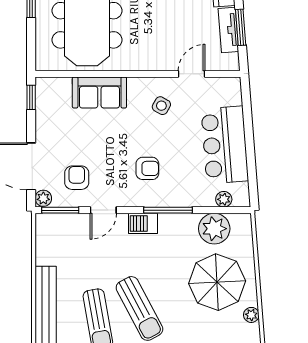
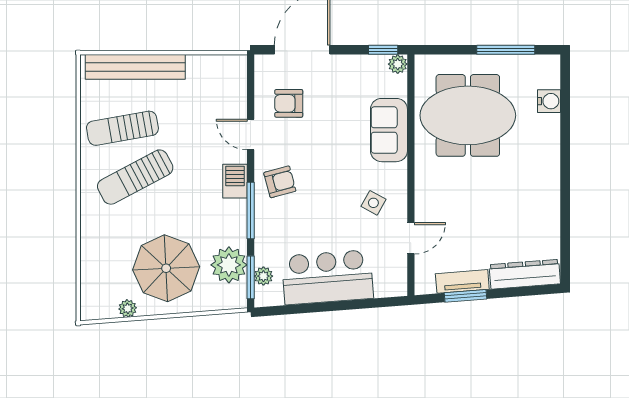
door: (192, 74) -> (411, 238), hinge flipped
armchair: (147, 168) -> (280, 182), moved, turned -105
armchair: (77, 178) -> (289, 103), turned 180
plant: (43, 198) -> (398, 64), moved
window: (60, 210) -> (251, 277), moved

